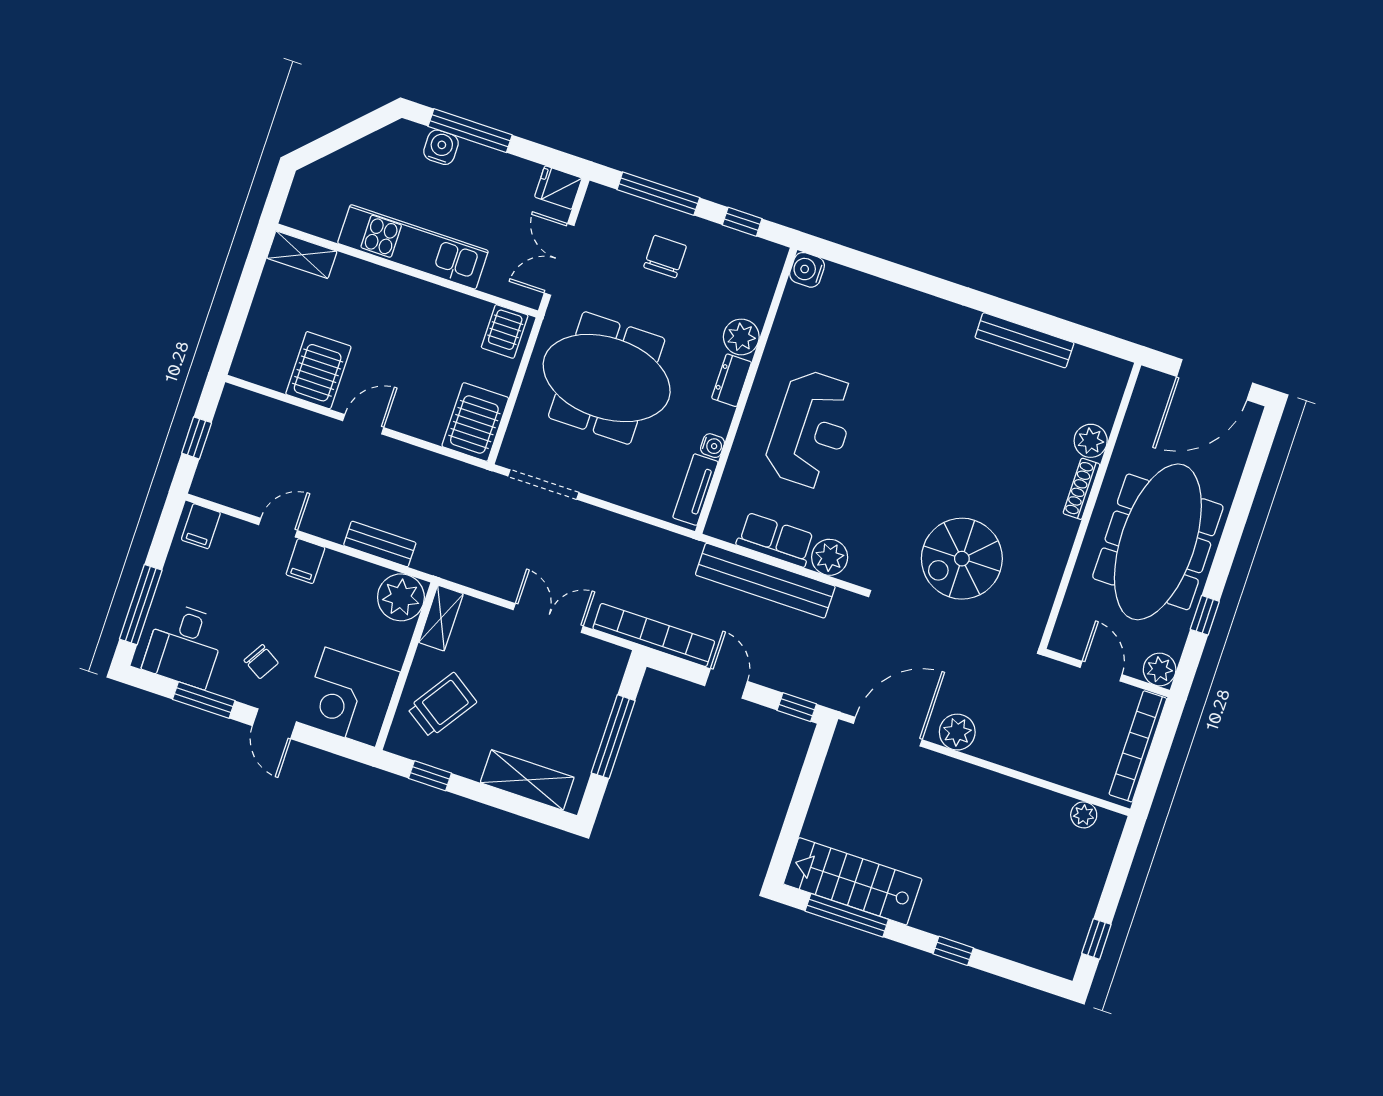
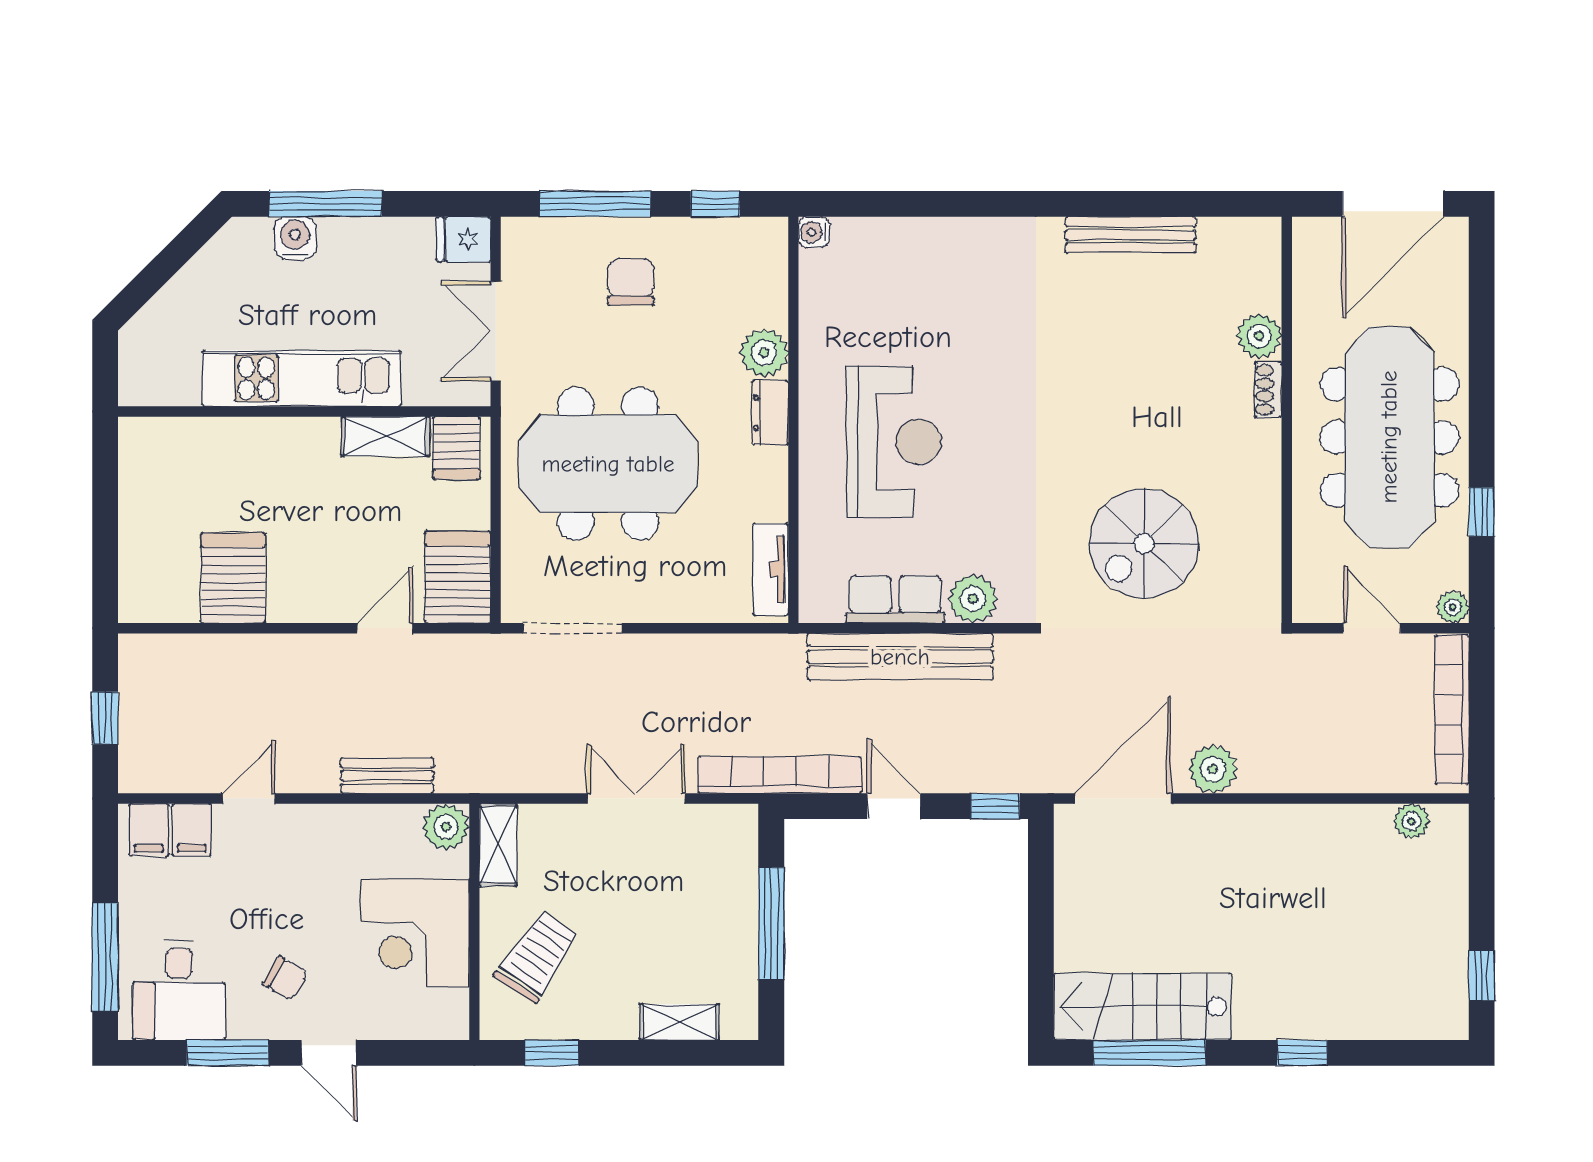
shelving: (302, 255) -> (385, 436), moved
water cooler: (807, 270) -> (814, 232), width x0.72, depth x0.72
door: (363, 424) -> (385, 628), moved
water cooler: (712, 446) -> (774, 505), removed
shoe rack: (1081, 489) -> (1268, 390), width x0.70
filing cabinet: (305, 561) -> (192, 830), moved
plant: (401, 597) -> (446, 827), width x0.73, depth x0.73
plant: (1160, 670) -> (1453, 607), width x0.73, depth x0.73
corner desk: (350, 697) -> (415, 933), moved
shelving: (527, 780) -> (679, 1022), width x0.67, depth x0.75

